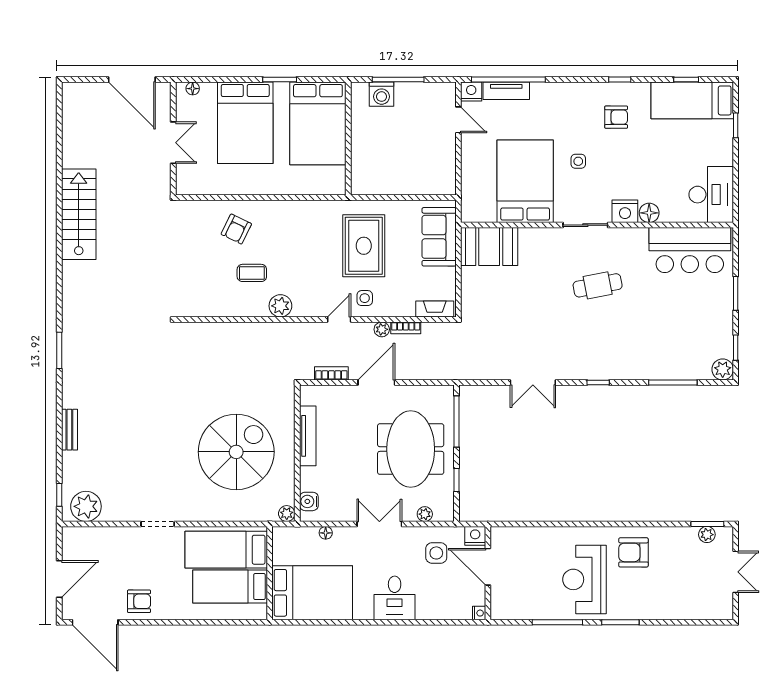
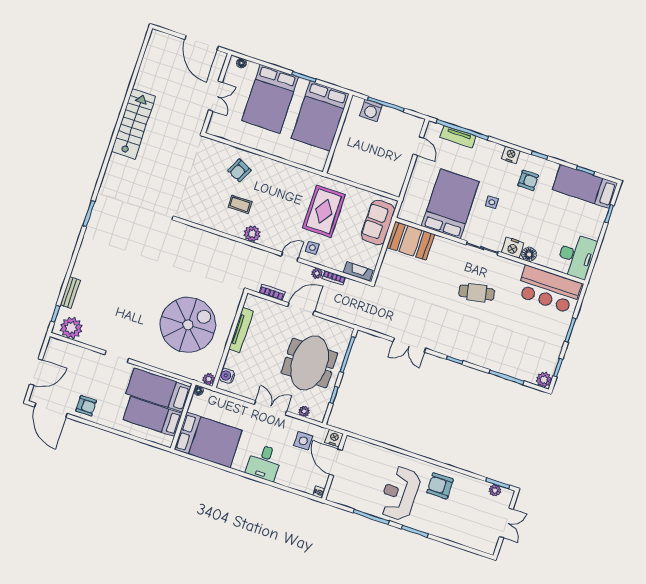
nightstand: (471, 92) -> (511, 155), moved
bench: (69, 430) -> (70, 293), moved
floor lamp: (326, 533) -> (199, 391), moved

